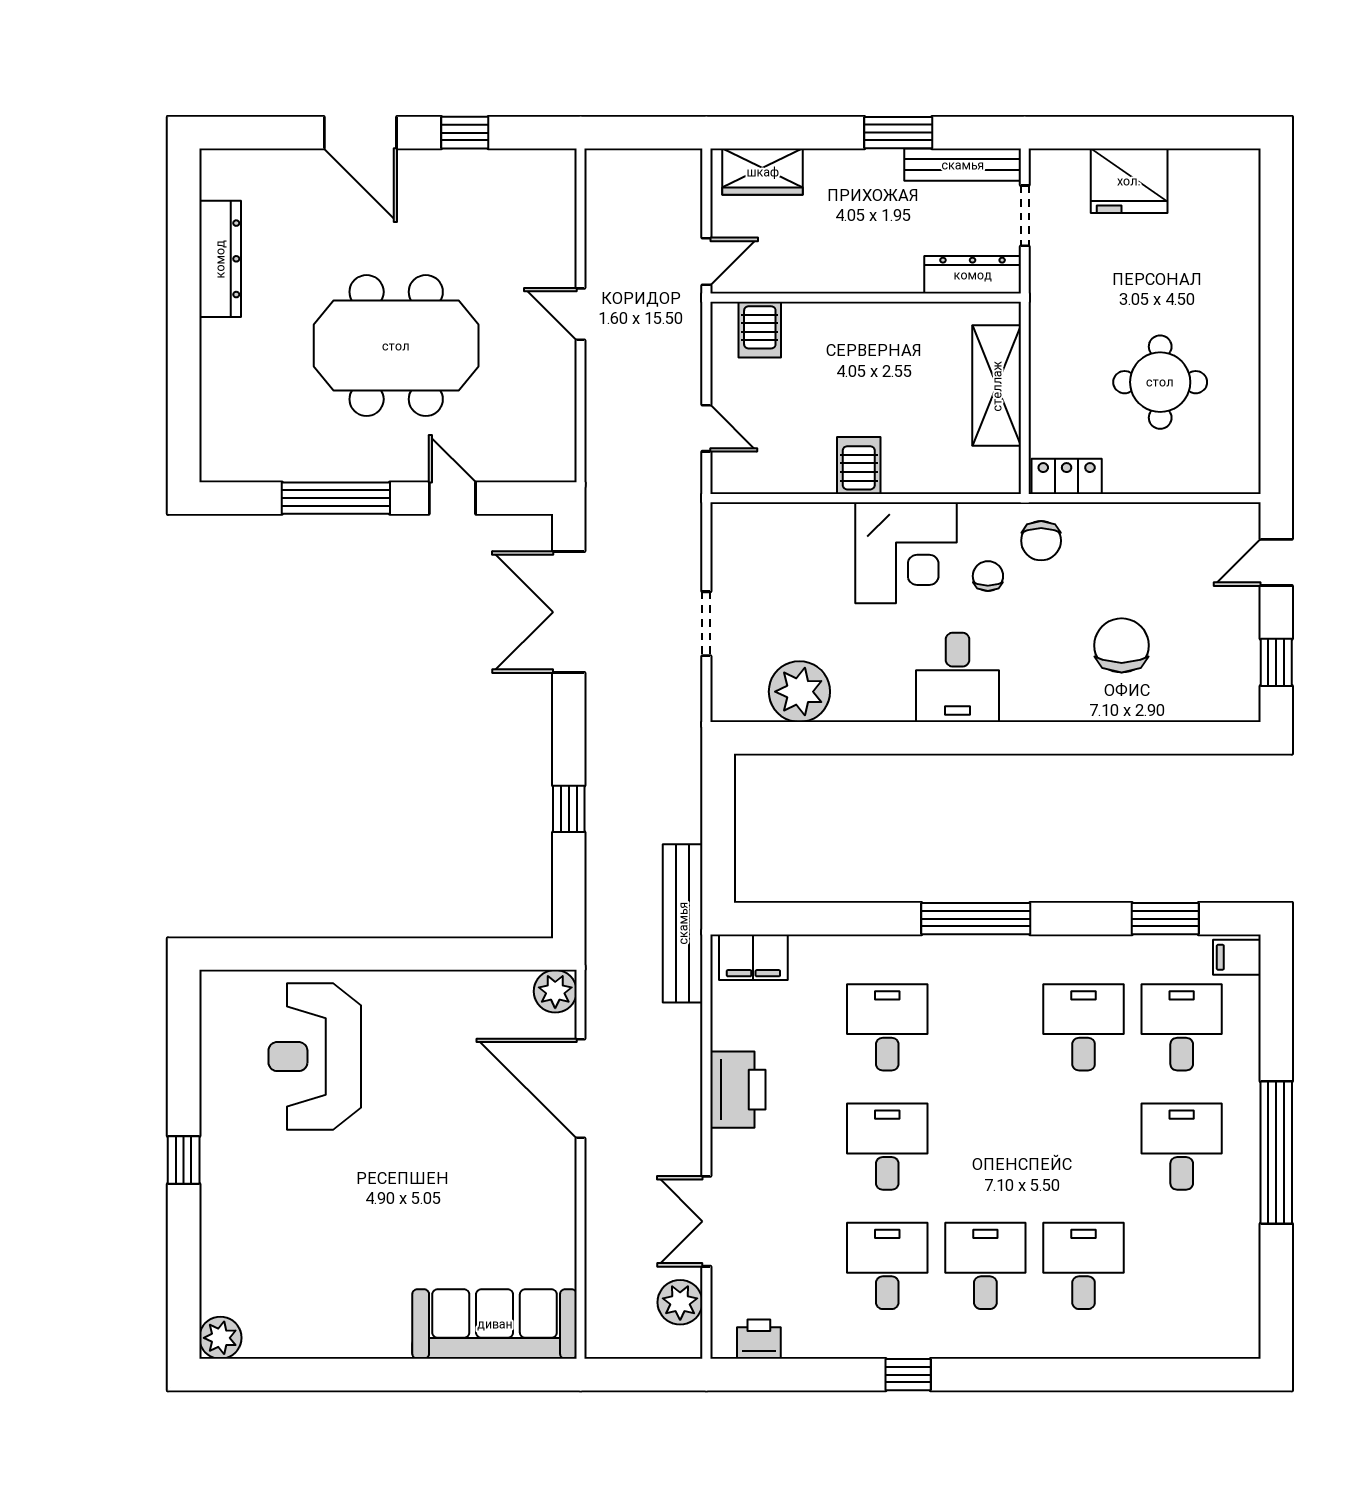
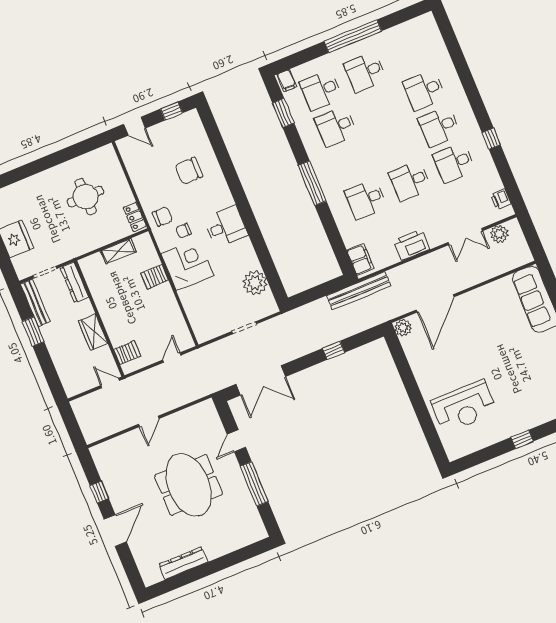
wardrobe: (763, 172) -> (93, 332), moved, turned 180
shelving: (997, 386) -> (118, 251), width x0.67, depth x0.75
server rack: (859, 466) -> (155, 277), moved

